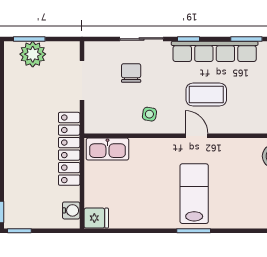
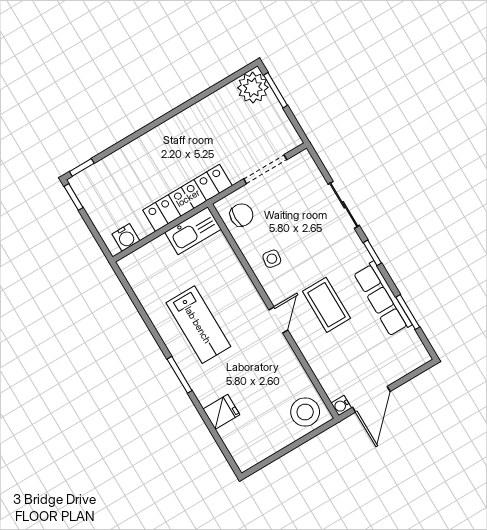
row of seats: (215, 51) -> (383, 299), width x0.73
plant: (33, 54) -> (253, 88), moved
chair: (131, 73) -> (241, 215), moved
kitchen sink: (107, 149) -> (193, 231), moved, turned -90
lab bench: (194, 194) -> (198, 325), moved, turned 90
fridge: (96, 218) -> (221, 412), moved, turned -90

